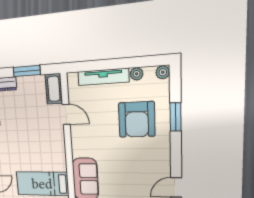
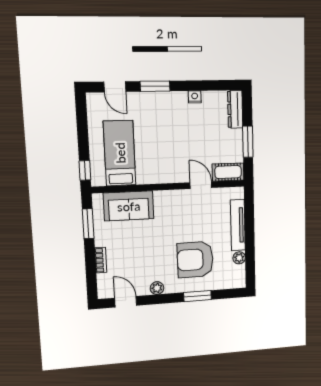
plant: (163, 72) -> (157, 288), moved
door: (66, 114) -> (201, 185), swing flipped

